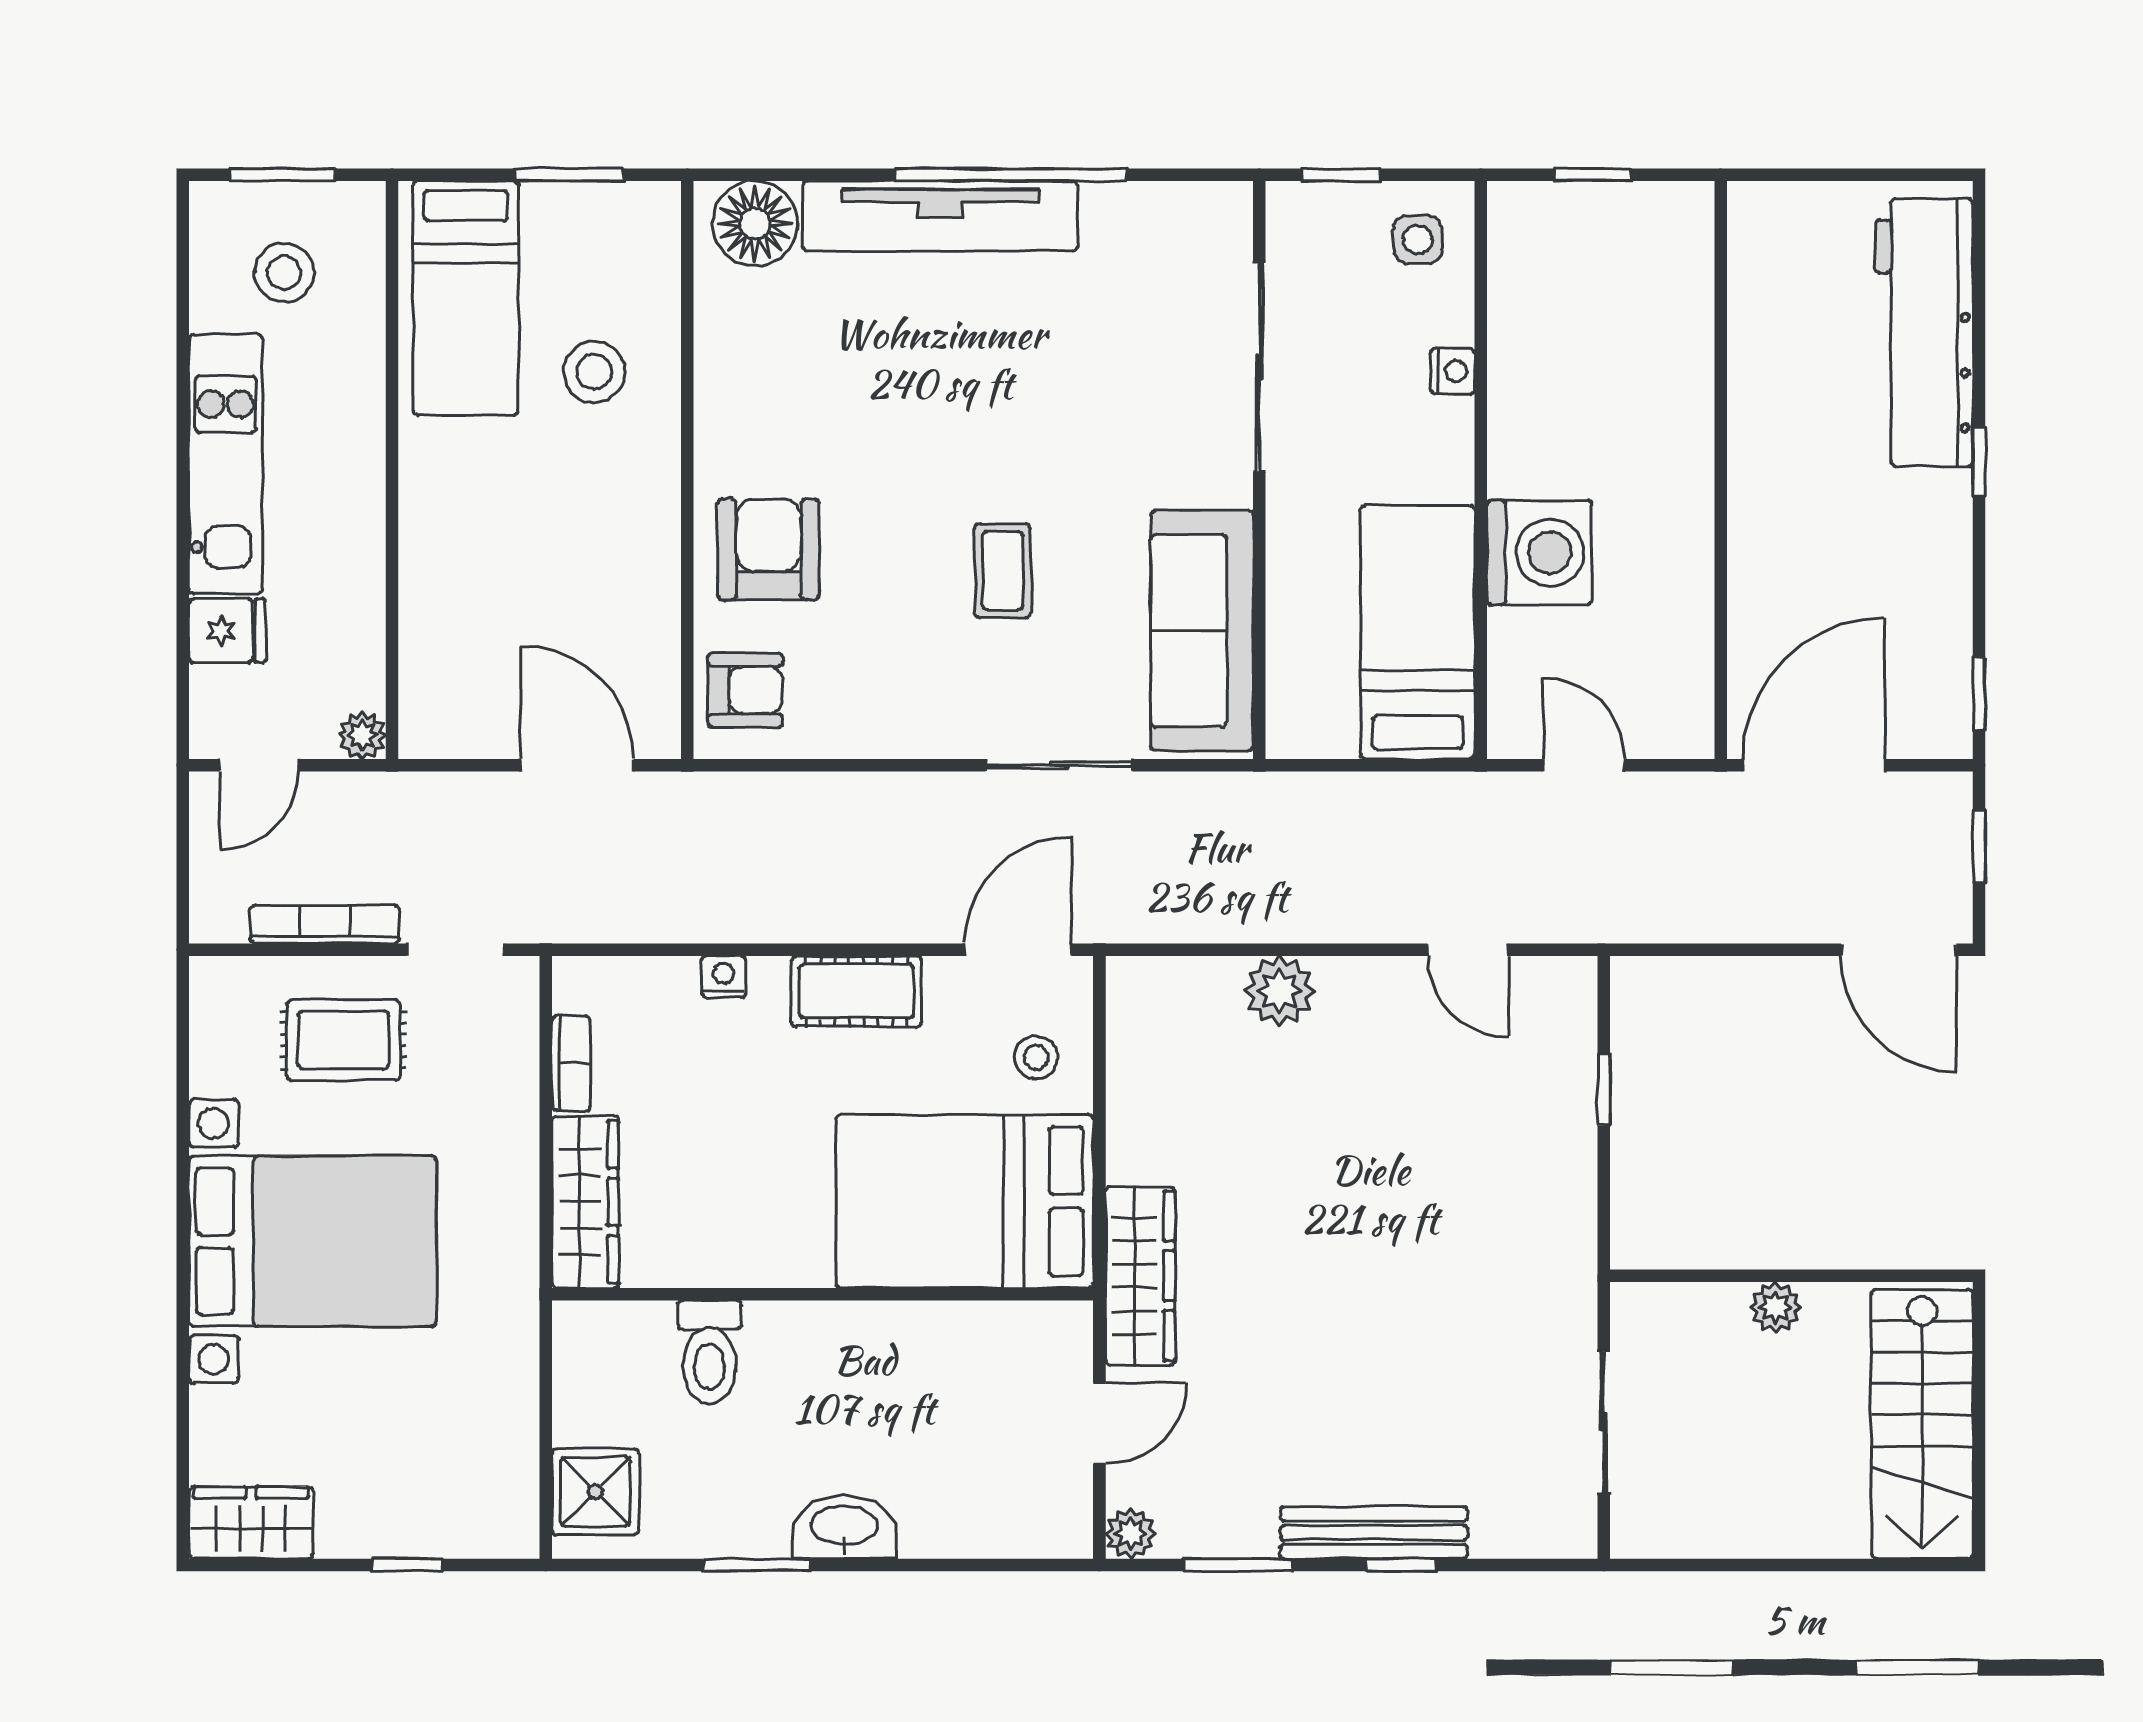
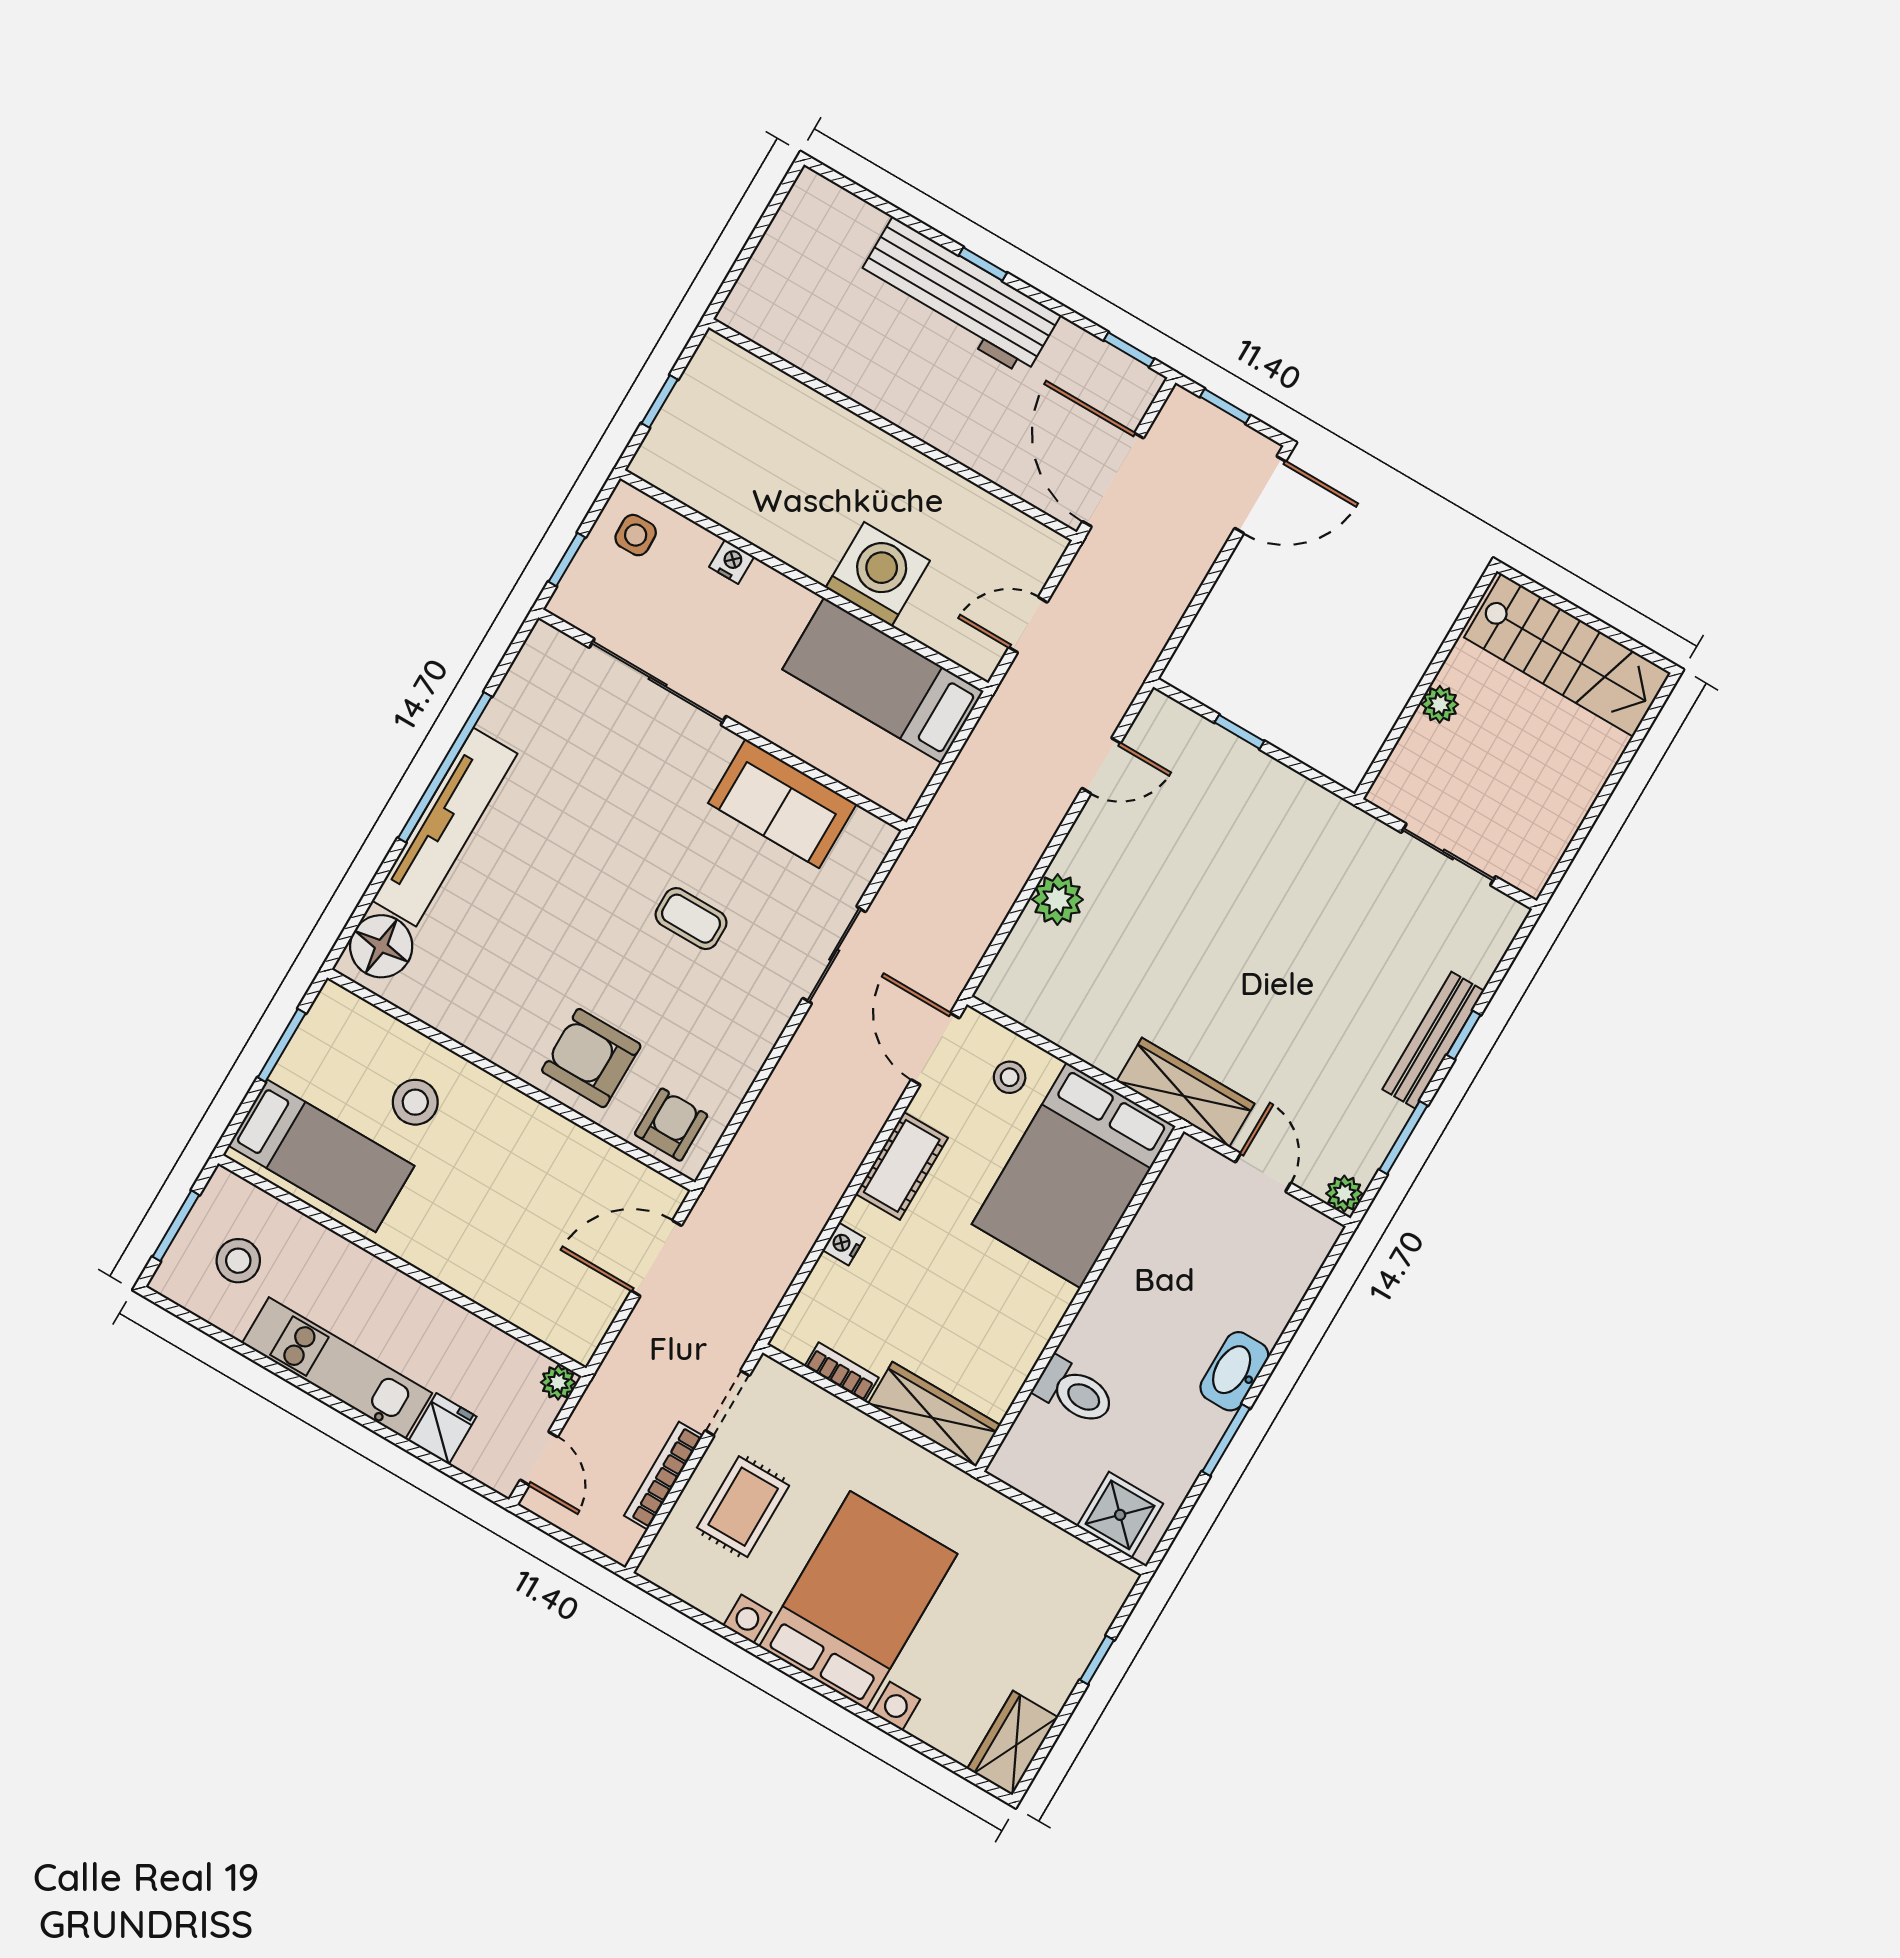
workbench: (1924, 332) -> (959, 296), moved
sofa: (1202, 631) -> (782, 804), width x0.73

